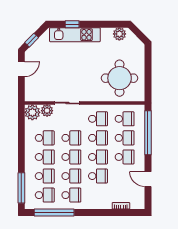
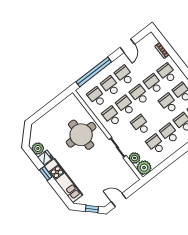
window: (72, 24) -> (46, 173), moved
fridge: (107, 34) -> (45, 158), added
round table: (120, 78) -> (81, 135), moved
school desk: (71, 157) -> (167, 73), moved

